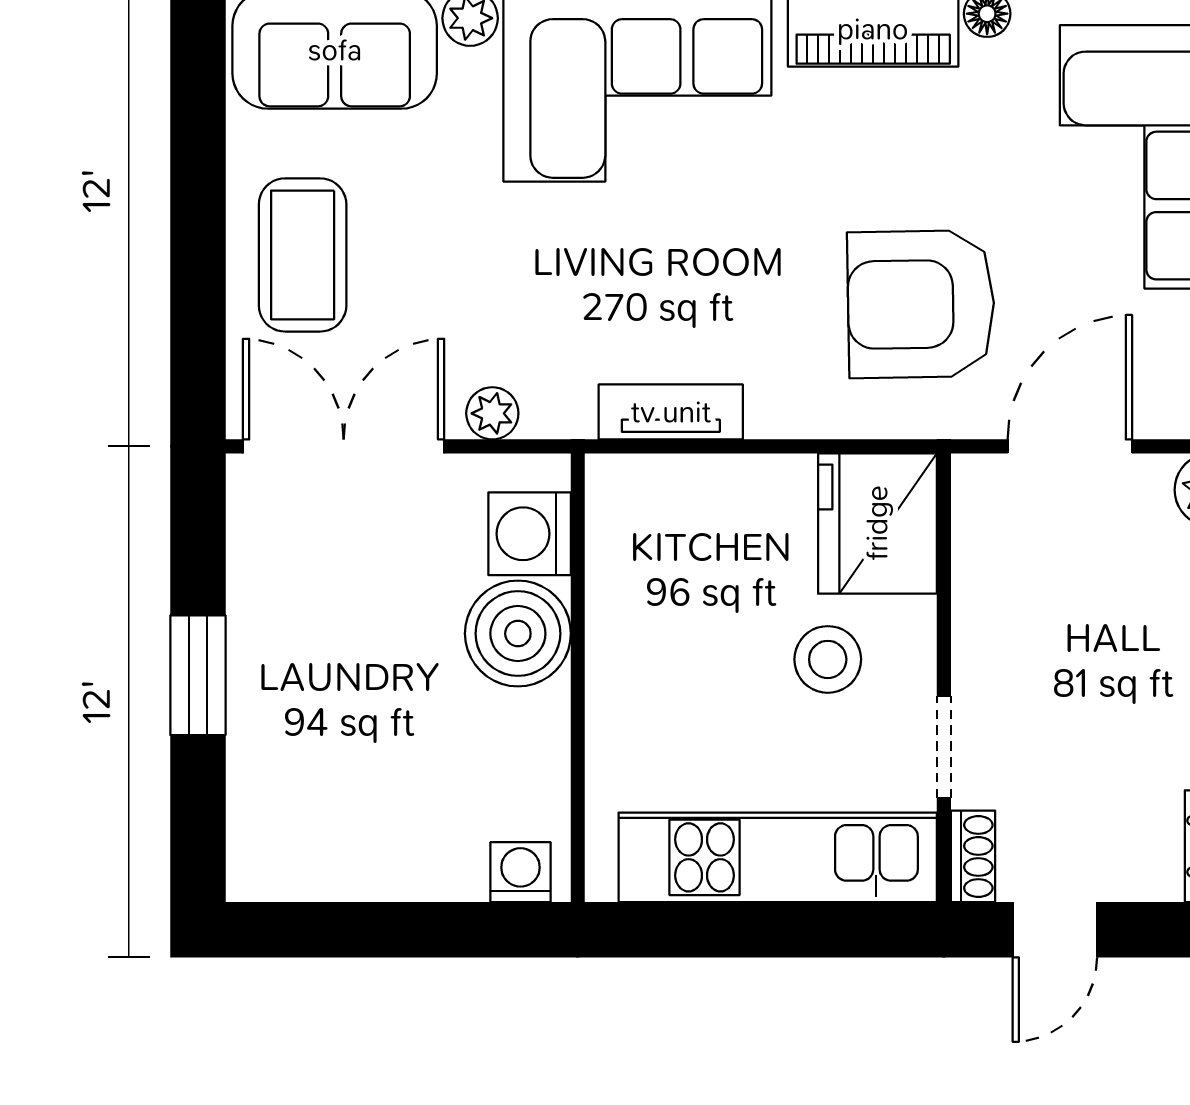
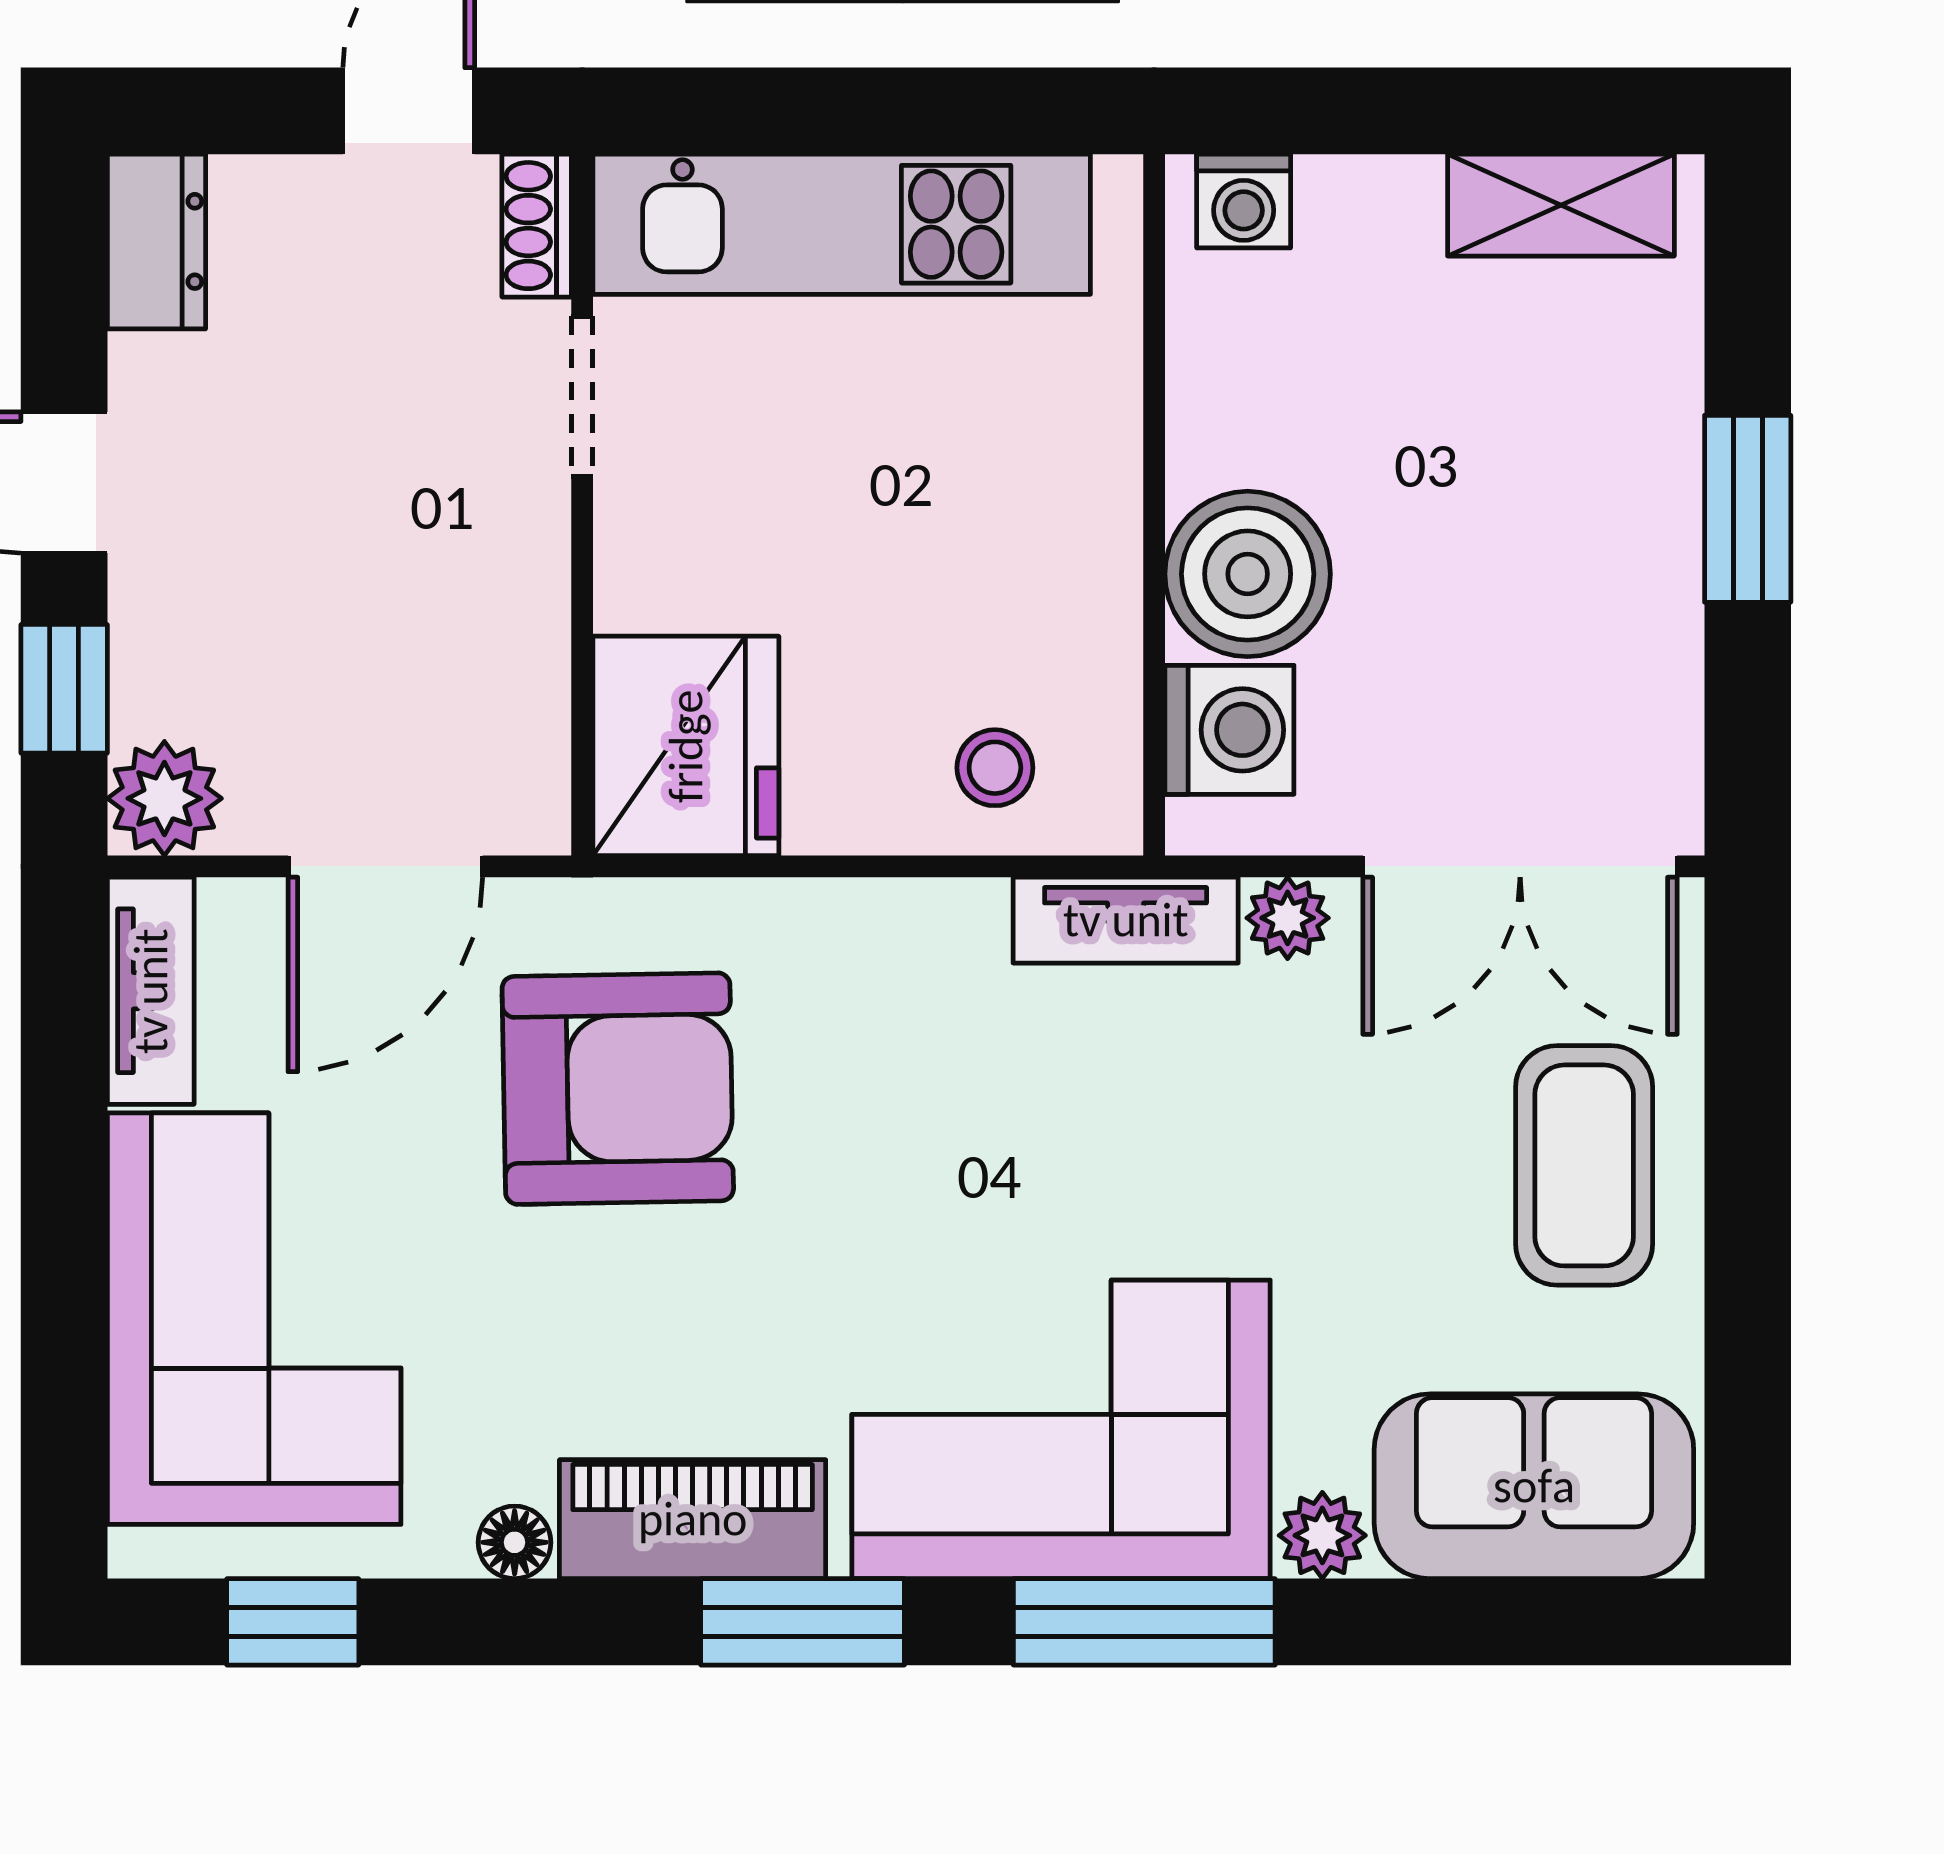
tv unit: (671, 412) -> (1126, 920), moved
stool: (828, 659) -> (995, 768), moved, width x0.73, depth x0.73
shelving: (317, 870) -> (1561, 205), added

